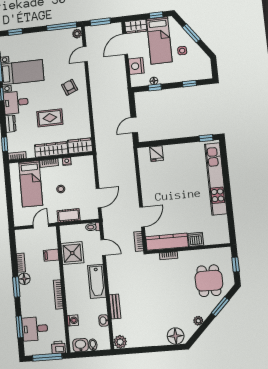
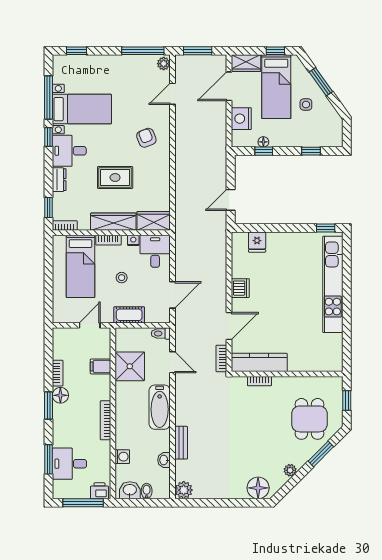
desk: (83, 168) -> (155, 251), added
dishwasher: (196, 239) -> (240, 288), moved, turned 90

